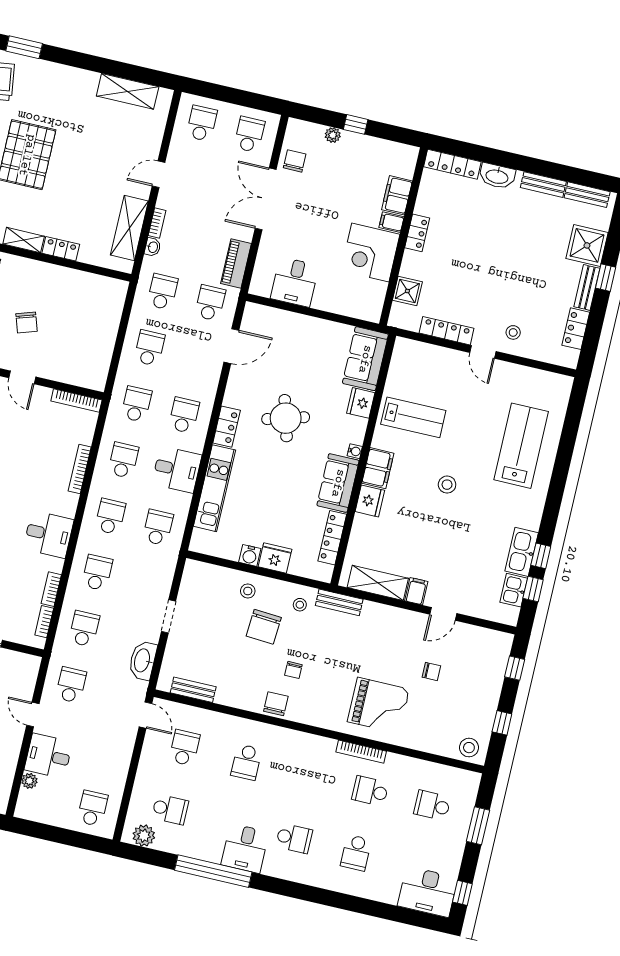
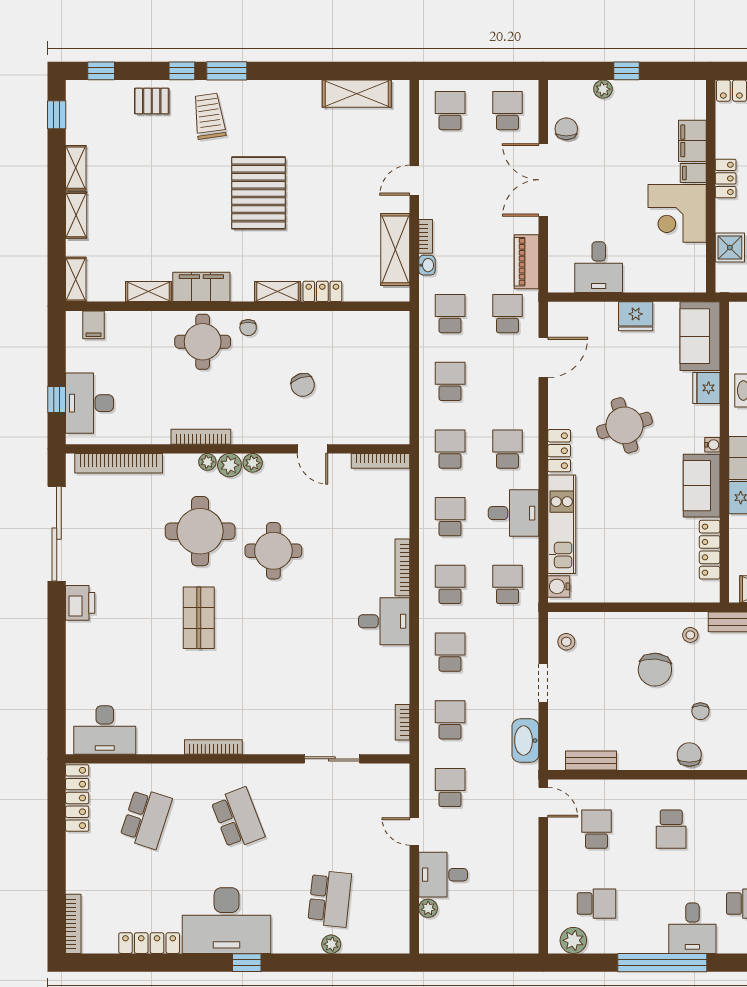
bookcase: (80, 469) -> (402, 567), moved
water cooler: (250, 555) -> (559, 586), moved, turned 90
fridge: (275, 558) -> (636, 316), moved, turned 180
bookcase: (51, 589) -> (402, 683), removed
stool: (248, 591) -> (566, 642), moved
school desk: (93, 808) -> (507, 923), removed

